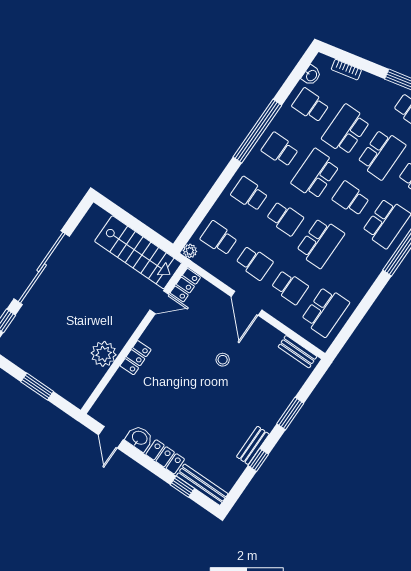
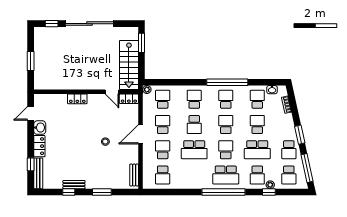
school desk: (346, 130) -> (257, 125), width x0.54
school desk: (315, 174) -> (226, 125), width x0.54
window: (119, 213) -> (142, 43), added
school desk: (254, 263) -> (163, 125), turned 180
school desk: (290, 287) -> (163, 150), turned 180
school desk: (325, 312) -> (163, 175), width x0.54
plant: (104, 354) -> (68, 82), removed

